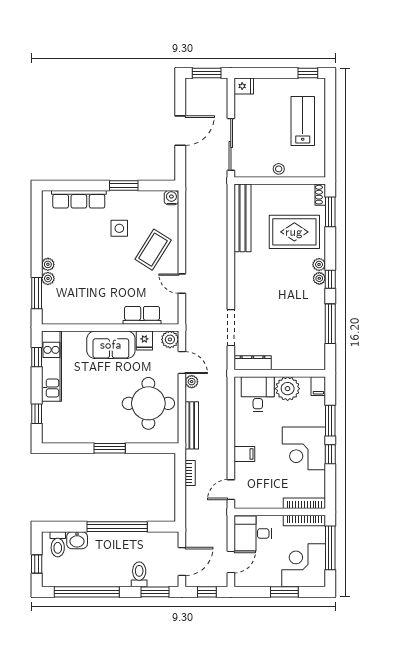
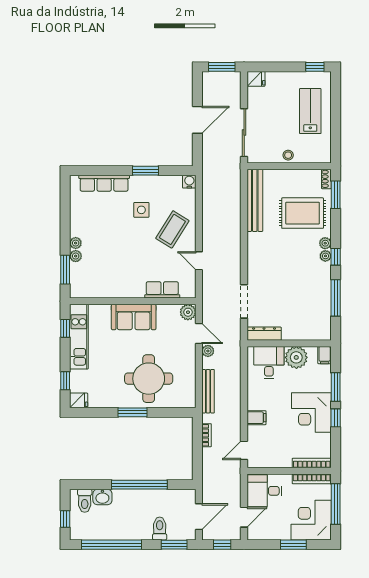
fridge: (144, 340) -> (79, 400), moved, turned -90
round table: (148, 403) -> (149, 379), moved

